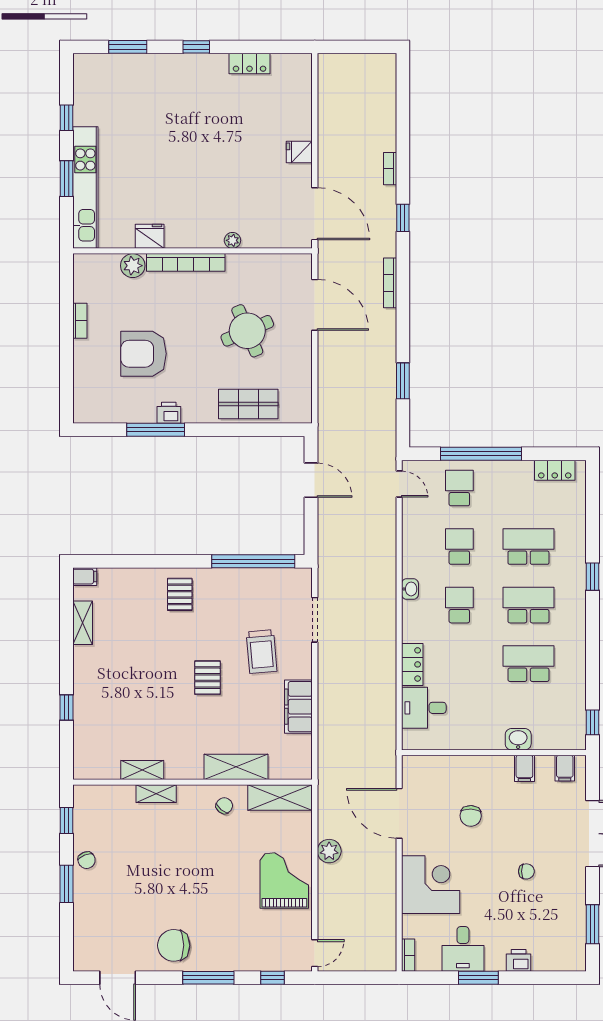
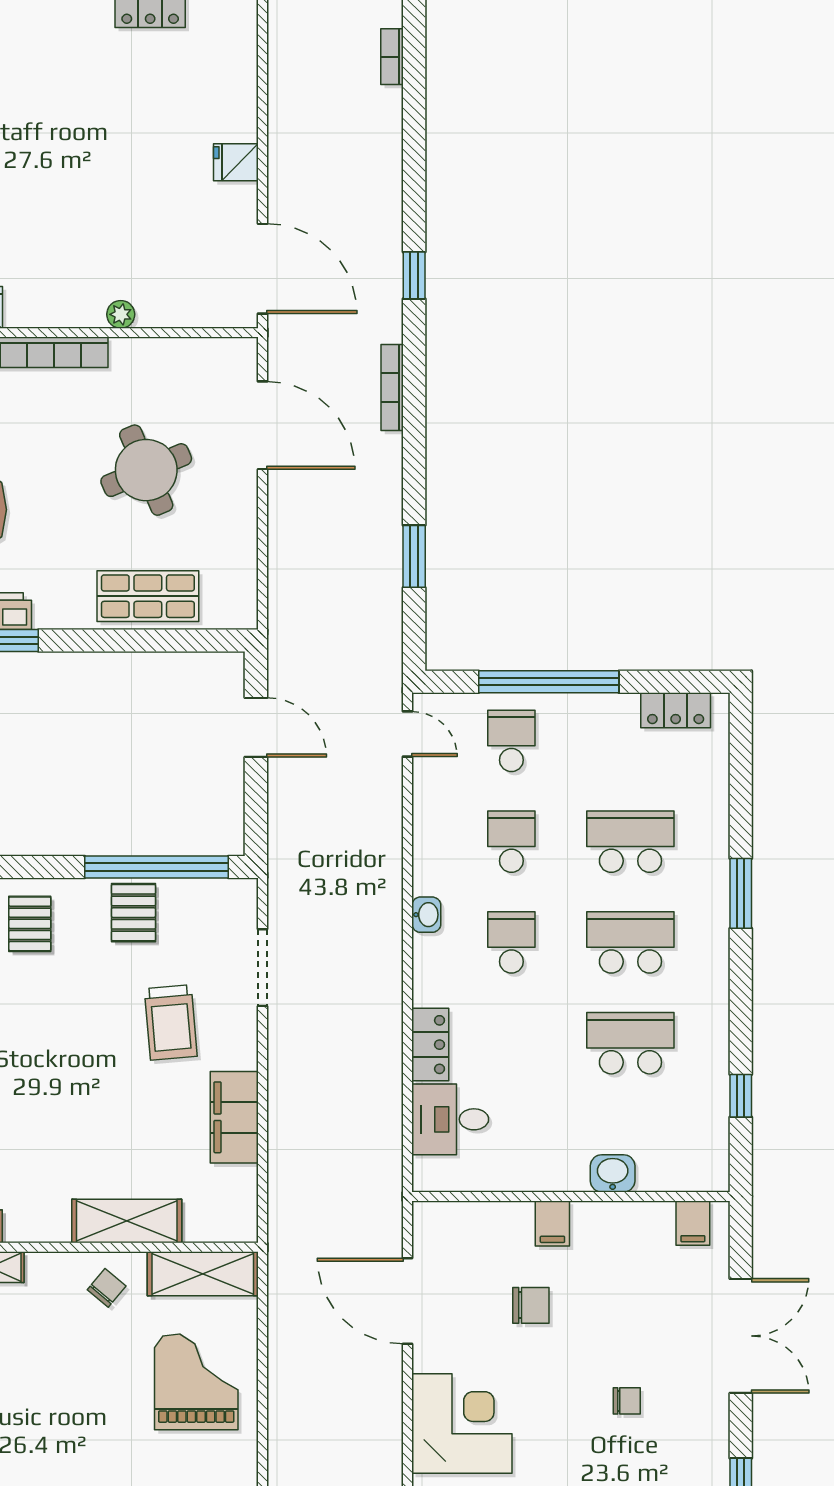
bookcase: (390, 169) -> (392, 57), moved
window: (593, 577) -> (741, 893), width x1.50
pallet: (207, 678) -> (133, 913), moved
window: (593, 722) -> (741, 1096), moved
filing cabinet: (524, 768) -> (552, 1223), moved
chair: (471, 816) -> (531, 1305), turned -92
plant: (329, 851) -> (287, 1366), removed
grand piano: (284, 880) -> (196, 1382), moved

